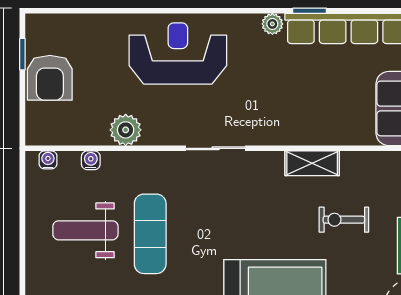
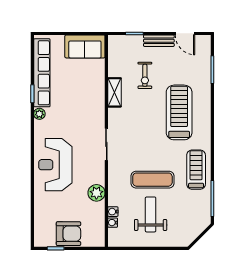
water cooler: (48, 160) -> (113, 223), moved
weight bench: (85, 230) -> (151, 214), turned 180

